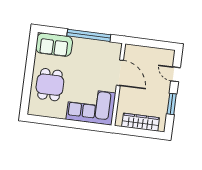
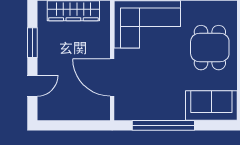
door: (176, 74) -> (32, 86), hinge flipped

